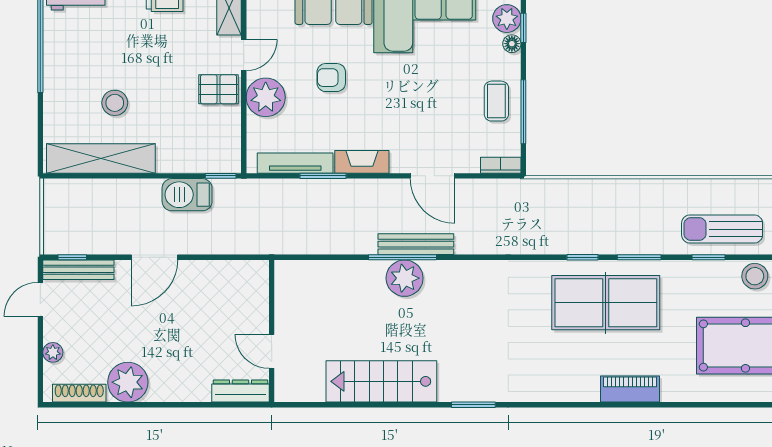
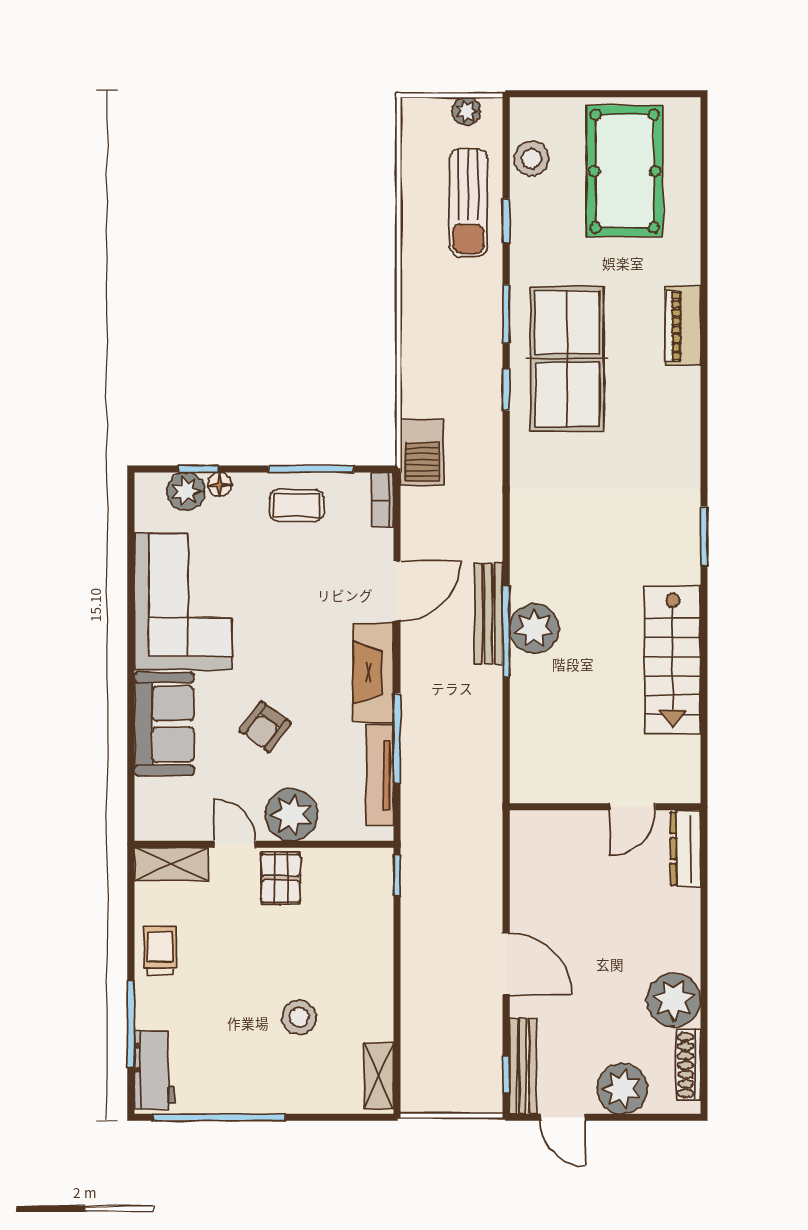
armchair: (331, 78) -> (265, 727), turned 36
shelving: (101, 159) -> (379, 1076), width x0.45, depth x0.75
fireplace: (362, 162) -> (373, 672), width x1.37, depth x1.32
window: (323, 176) -> (397, 738), width x1.44
barbecue: (187, 195) -> (422, 452), moved
plant: (53, 352) -> (622, 1089), width x1.87, depth x1.87

